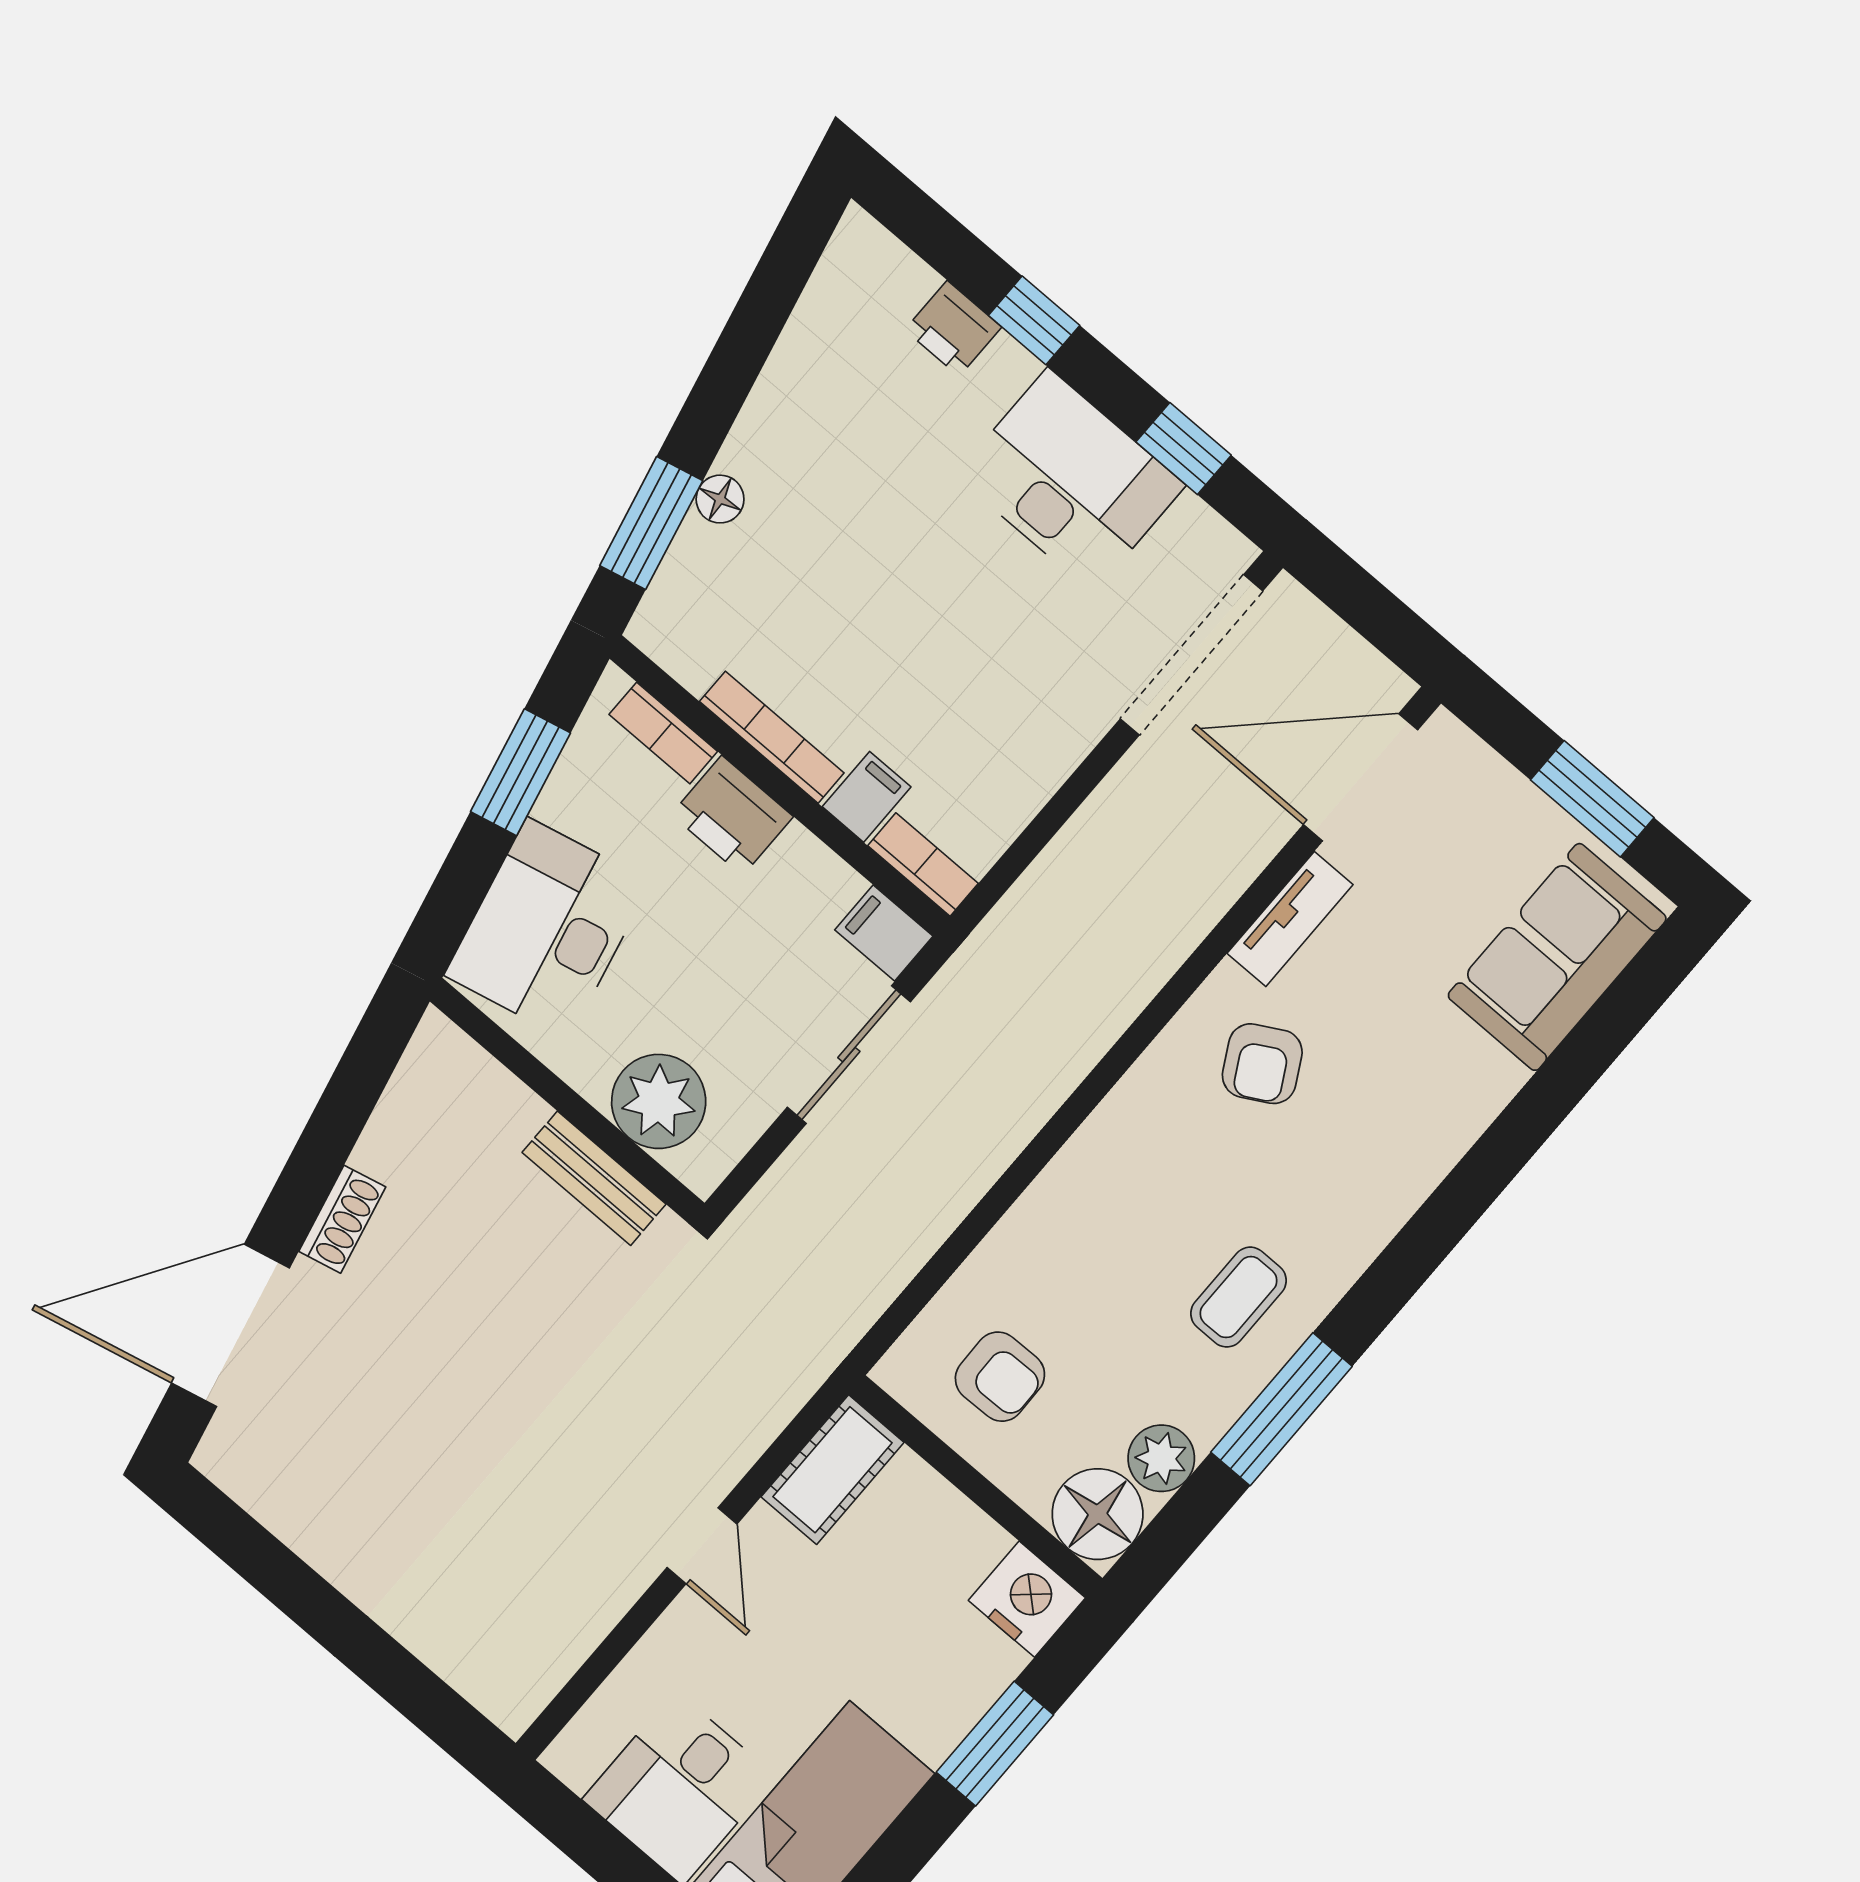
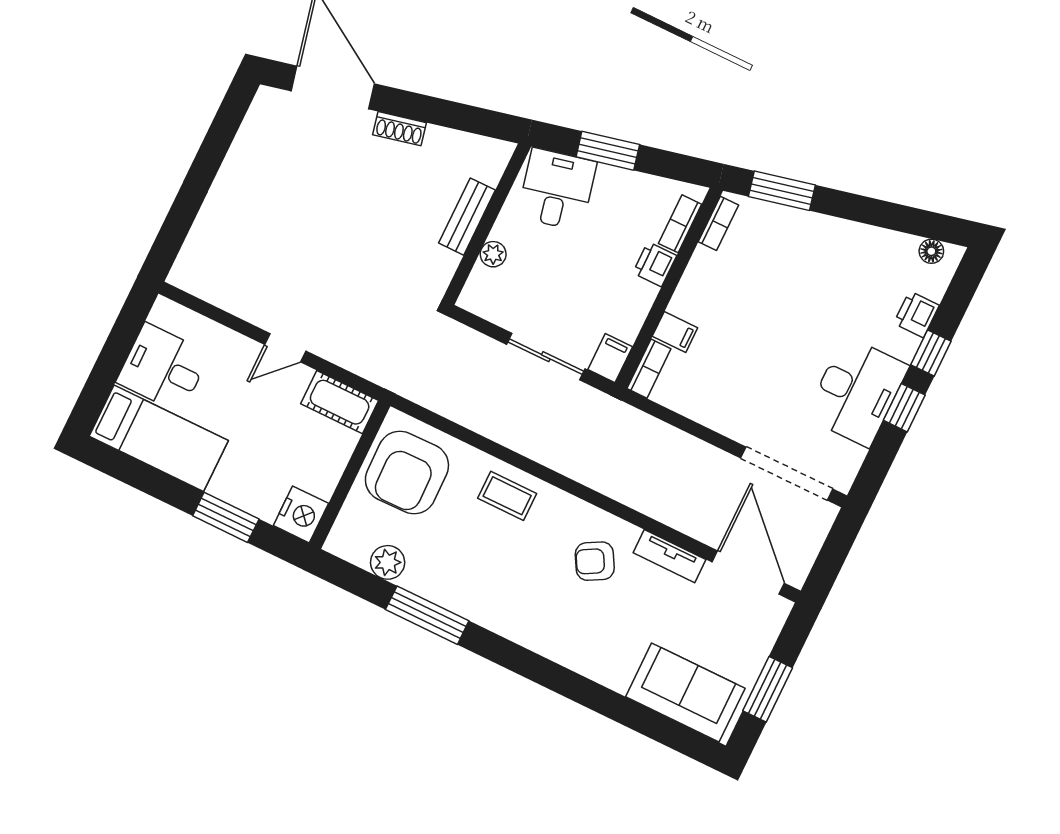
window: (1184, 449) -> (904, 408), moved
floor lamp: (720, 499) -> (931, 251), moved
bookcase: (772, 737) -> (718, 223), moved, width x0.64
window: (521, 772) -> (608, 151), moved
printer: (732, 816) -> (655, 264), width x0.73, depth x0.81
desk: (548, 929) -> (557, 189), width x0.73
plant: (659, 1101) -> (493, 254), width x0.53, depth x0.53
bench: (594, 1178) -> (467, 217), moved
coffee table: (1238, 1297) -> (507, 496), moved
armchair: (1000, 1377) -> (407, 472), width x1.88, depth x1.88
floor lamp: (1098, 1514) -> (352, 538), removed

